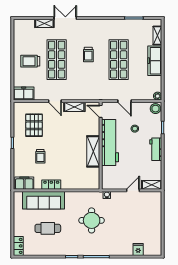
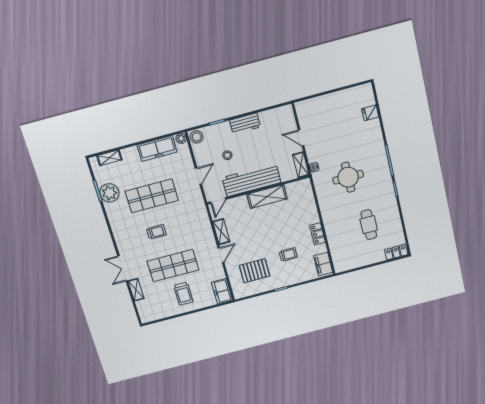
plant: (130, 27) -> (109, 193), added
freezer: (155, 61) -> (157, 148), moved
shelving: (152, 185) -> (301, 165), moved
sofa: (44, 200) -> (338, 238), removed

